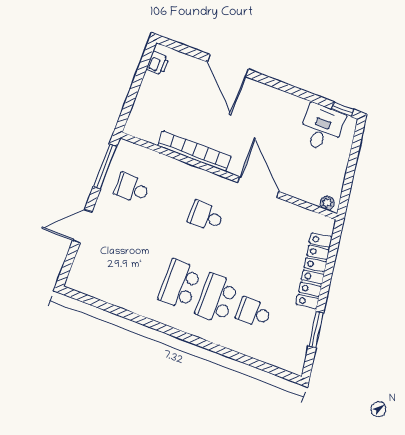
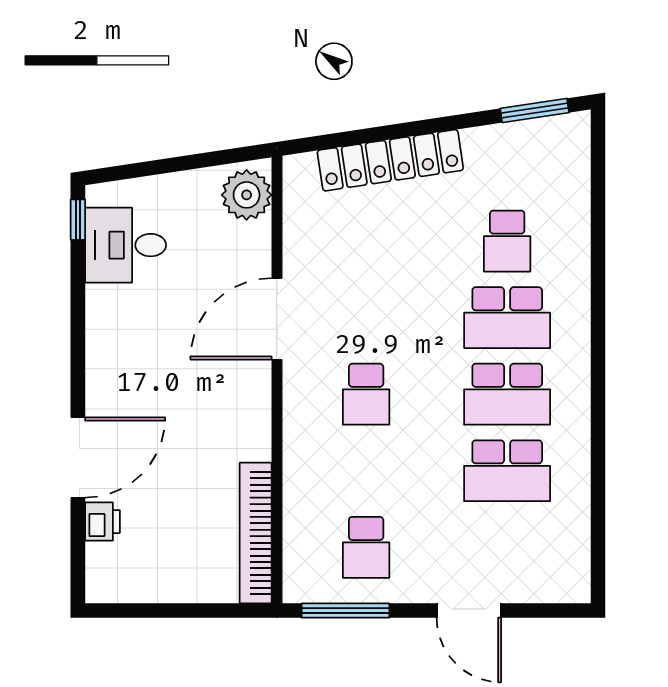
printer: (158, 63) -> (102, 522), moved, turned 90
bookcase: (194, 151) -> (256, 533), moved
plant: (327, 203) -> (247, 195), width x1.87, depth x1.87
school desk: (143, 270) -> (507, 471), added
window: (316, 330) -> (535, 110), moved

